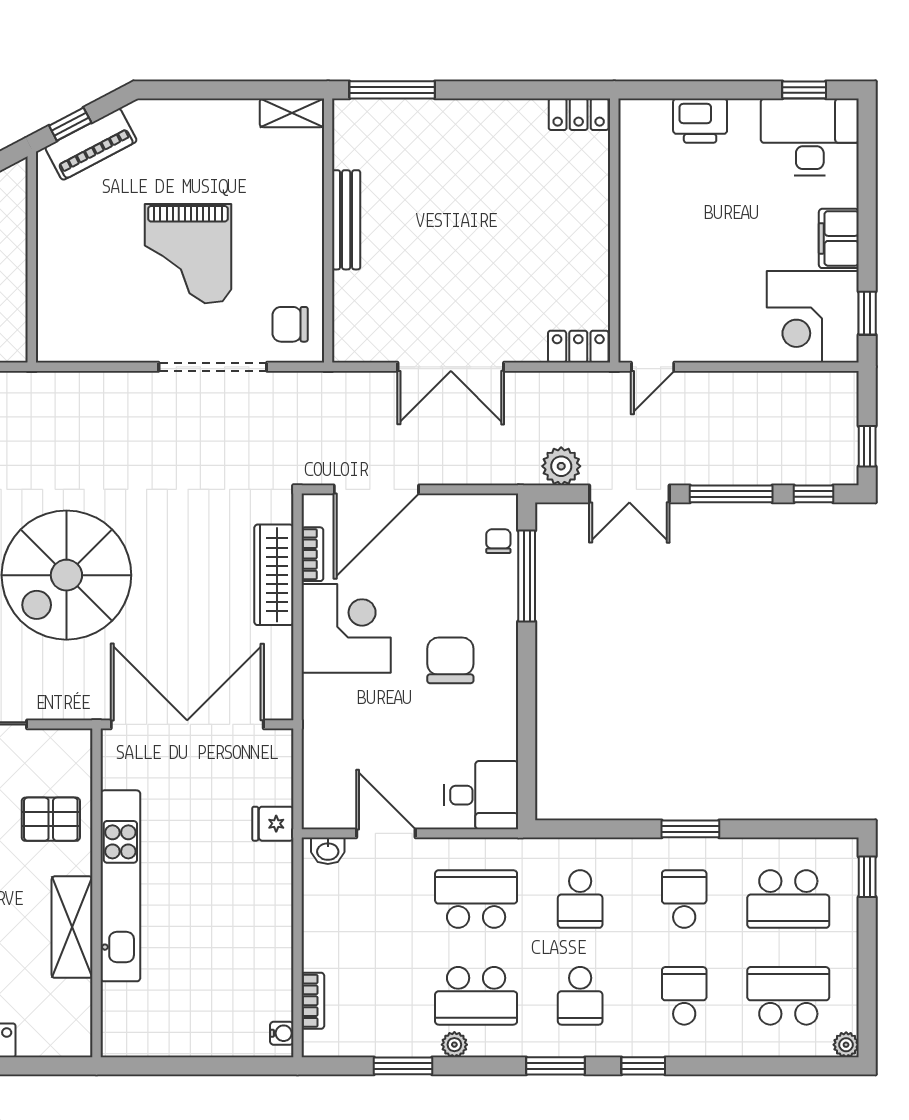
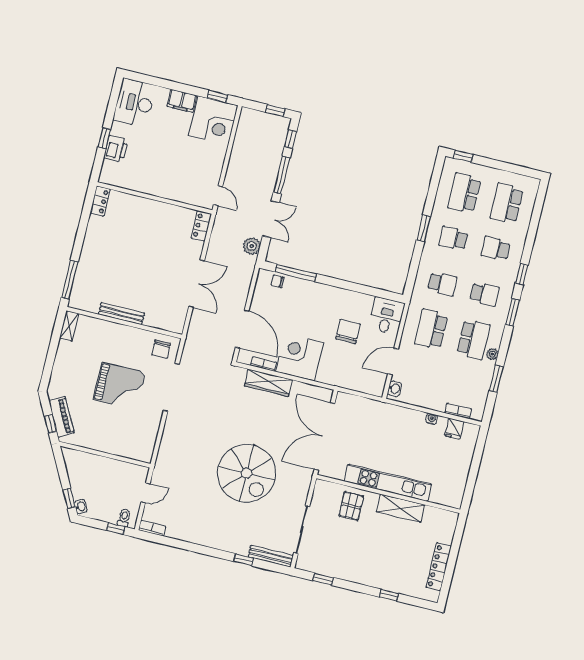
window: (804, 90) -> (104, 138), moved
chair: (450, 660) -> (348, 331), moved, turned 90
fridge: (273, 824) -> (454, 429), moved
school desk: (788, 899) -> (464, 193), turned 180
water cooler: (282, 1033) -> (432, 419), moved
plant: (846, 1045) -> (534, 183), removed

